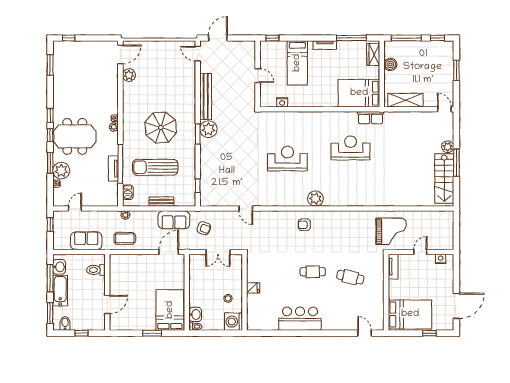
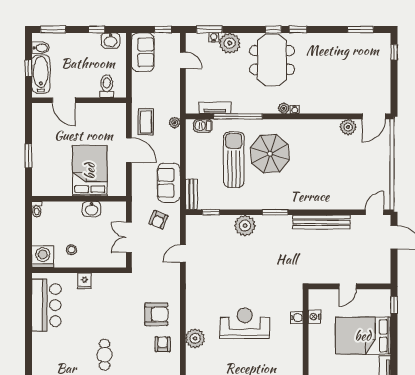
door: (120, 54) -> (374, 116), hinge flipped
bed: (297, 63) -> (363, 336), width x1.50
water cooler: (283, 116) -> (297, 318), added
parasol: (161, 128) -> (270, 154), moved
plant: (208, 129) -> (245, 225), moved
reception desk: (287, 158) -> (245, 323), turned -90
window: (50, 163) -> (209, 29), moved
tv unit: (113, 169) -> (215, 108), moved
plant: (315, 199) -> (195, 338), moved
bench: (161, 202) -> (191, 194), moved
door: (246, 208) -> (183, 253), moved
armchair: (280, 230) -> (156, 314), added
sofa: (86, 241) -> (143, 52), moved
door: (169, 252) -> (129, 150), moved
window: (50, 278) -> (97, 29), width x0.46
bathtub: (60, 291) -> (41, 74), moved, turned -90
bed: (170, 310) -> (90, 171), moved, turned -90
washbasin: (195, 314) -> (92, 209), moved
bar counter: (300, 319) -> (46, 305), moved

